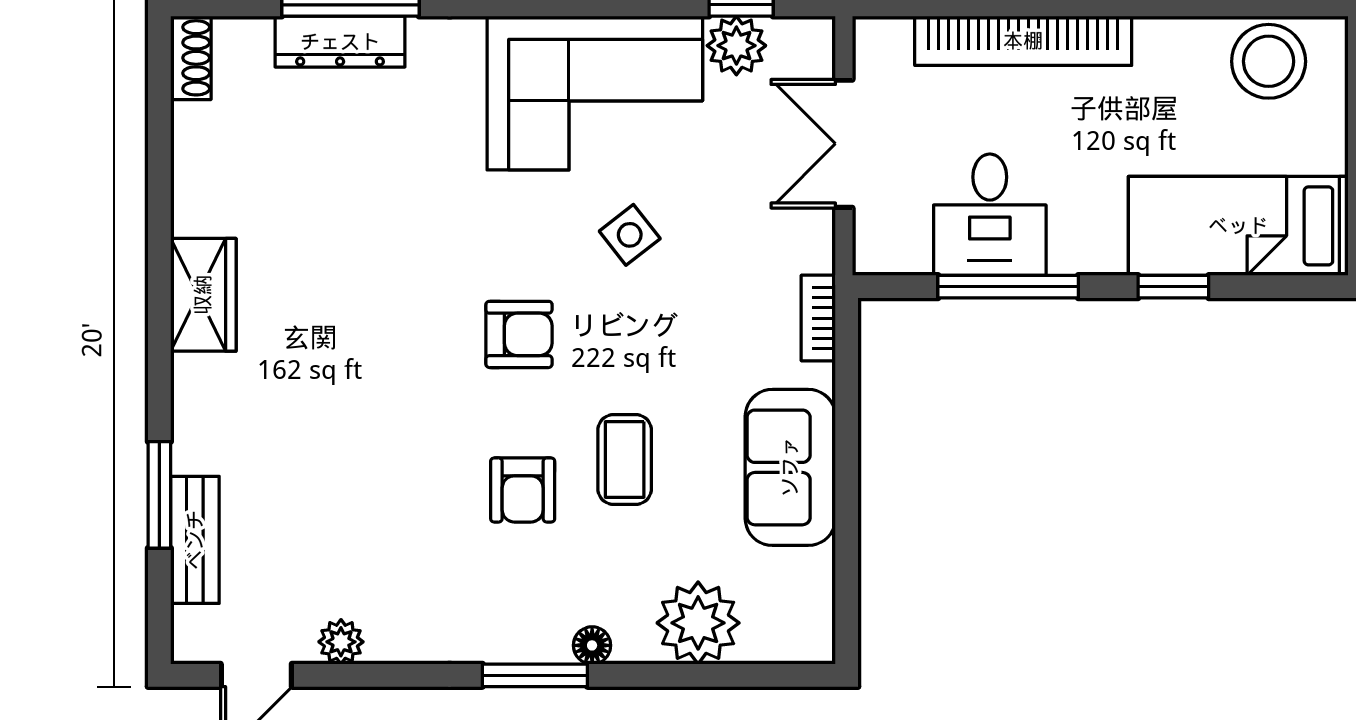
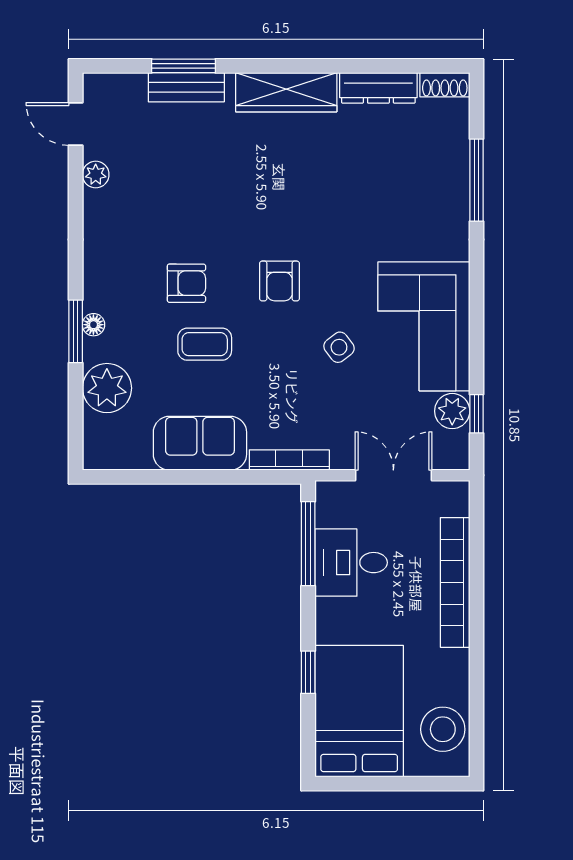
dresser: (340, 42) -> (378, 88), moved, turned -90
bed: (1238, 226) -> (359, 711), width x1.50
window: (1008, 287) -> (308, 544), moved
wardrobe: (203, 295) -> (286, 92), width x1.50
bookcase: (818, 318) -> (289, 460), width x1.56
armchair: (523, 490) -> (186, 283), turned 180
bench: (195, 540) -> (186, 87), moved
window: (535, 675) -> (76, 331), moved

